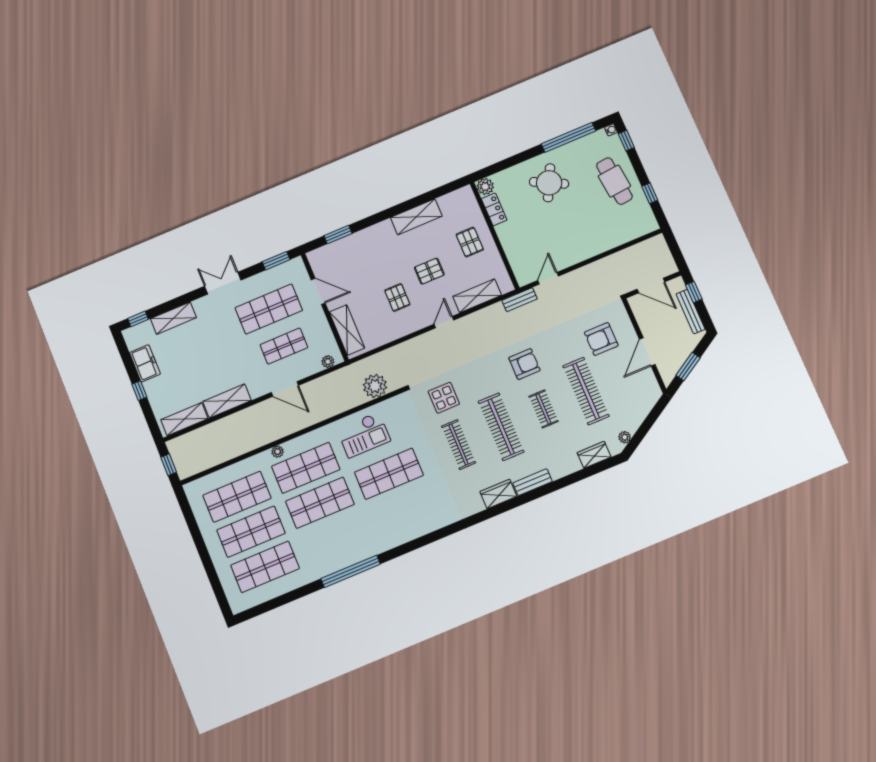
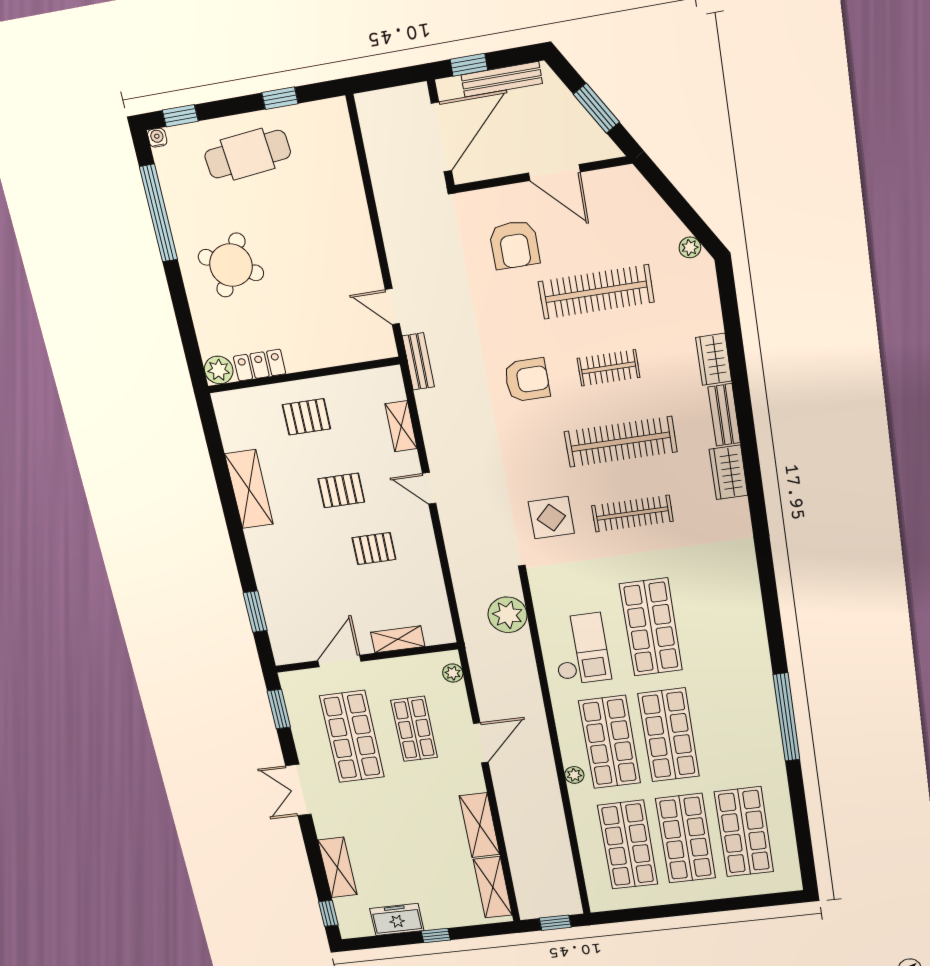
pallet: (429, 271) -> (341, 490), turned 90
door: (651, 286) -> (441, 137), width x1.36
shelving: (477, 296) -> (401, 426), width x0.67, depth x0.75
shelving: (347, 330) -> (398, 639), width x0.67, depth x0.75
armchair: (524, 364) -> (527, 380), turned 90
wardrobe: (594, 455) -> (714, 359), moved

